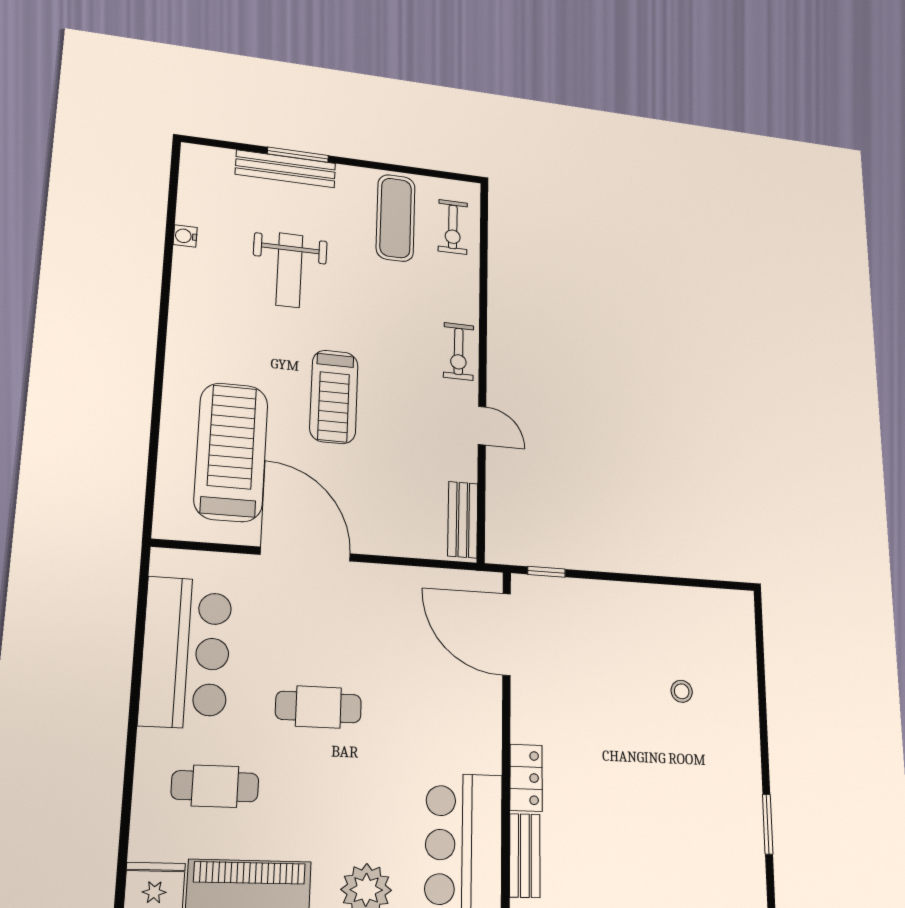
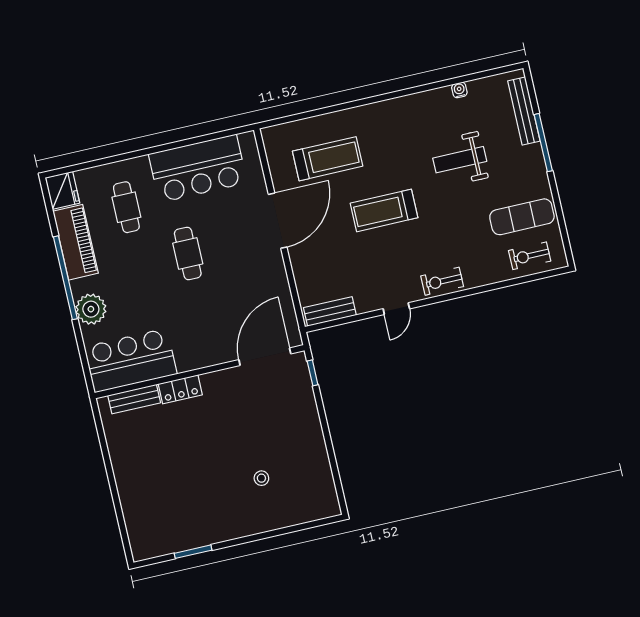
window: (298, 155) -> (543, 143), width x1.44
bench: (286, 169) -> (524, 111), moved
treadmill: (231, 452) -> (328, 159), width x0.73, depth x0.73

